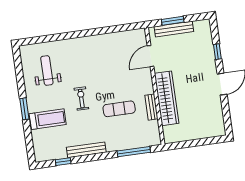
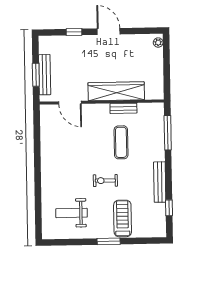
plant: (217, 132) -> (158, 43), added

